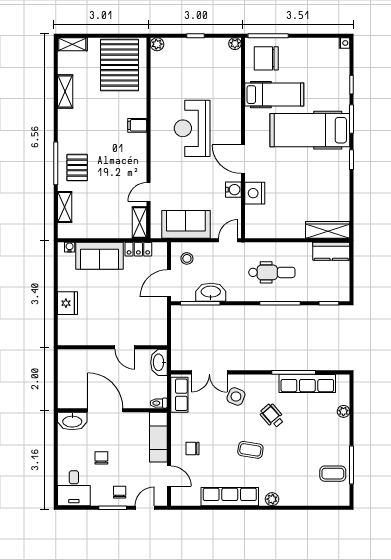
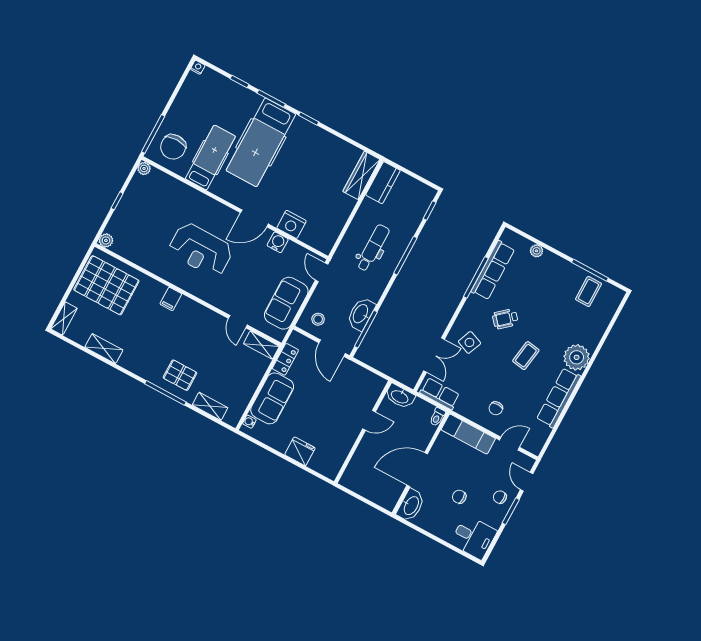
plant: (272, 499) -> (577, 357), width x1.88, depth x1.88

